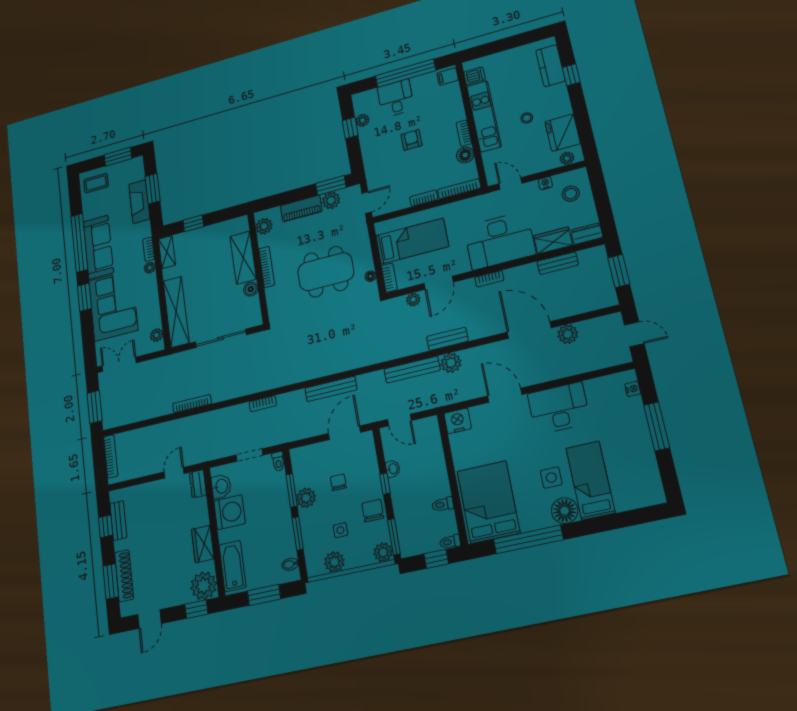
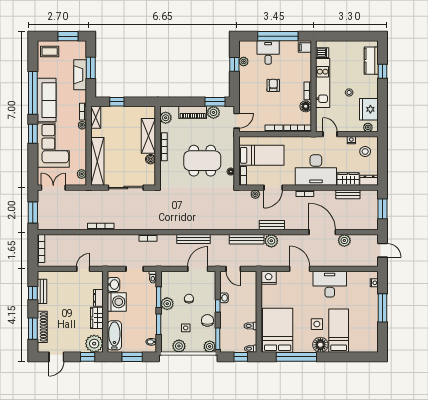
dresser: (198, 484) -> (98, 298), moved

